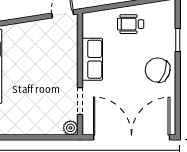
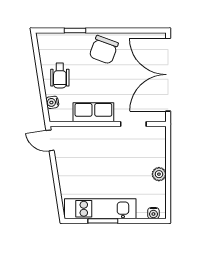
water cooler: (103, 16) -> (52, 102), added
plant: (70, 128) -> (159, 174), moved

